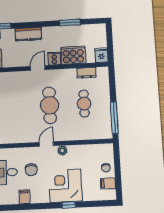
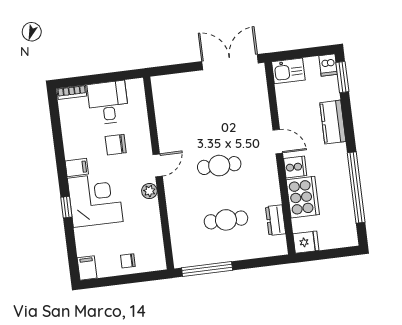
window: (70, 23) -> (356, 188), width x2.11
cafe table: (50, 105) -> (219, 166), width x0.73, depth x0.74
door: (46, 144) -> (158, 165), hinge flipped
filing cabinet: (108, 183) -> (87, 268), moved
filing cabinet: (24, 197) -> (77, 167), moved

